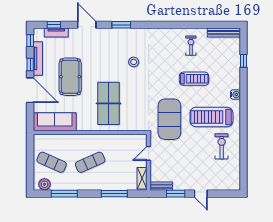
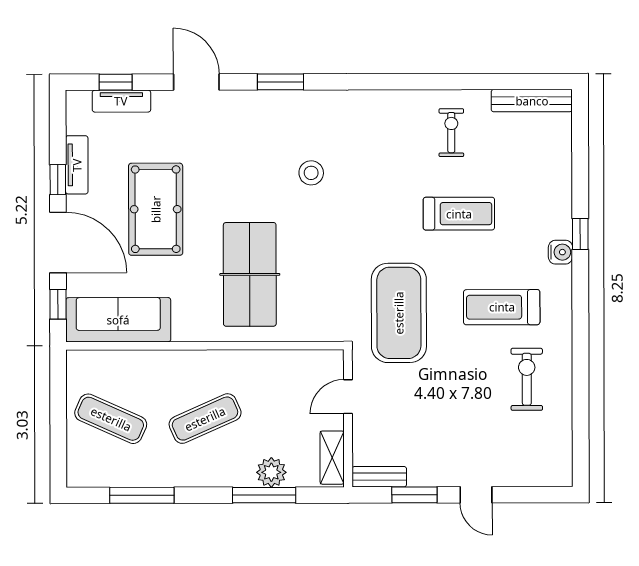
window: (30, 41) -> (58, 304), moved
tv unit: (38, 59) -> (77, 165), width x0.71
window: (244, 61) -> (580, 234), moved
treadmill: (211, 117) -> (502, 307), width x0.73, depth x0.73
plant: (44, 184) -> (271, 472), moved

